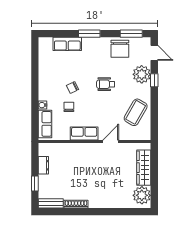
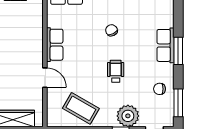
row of seats: (67, 44) -> (165, 45), moved
chair: (120, 49) -> (160, 89), width x0.54, depth x0.54
chair: (69, 107) -> (88, 26), removed

